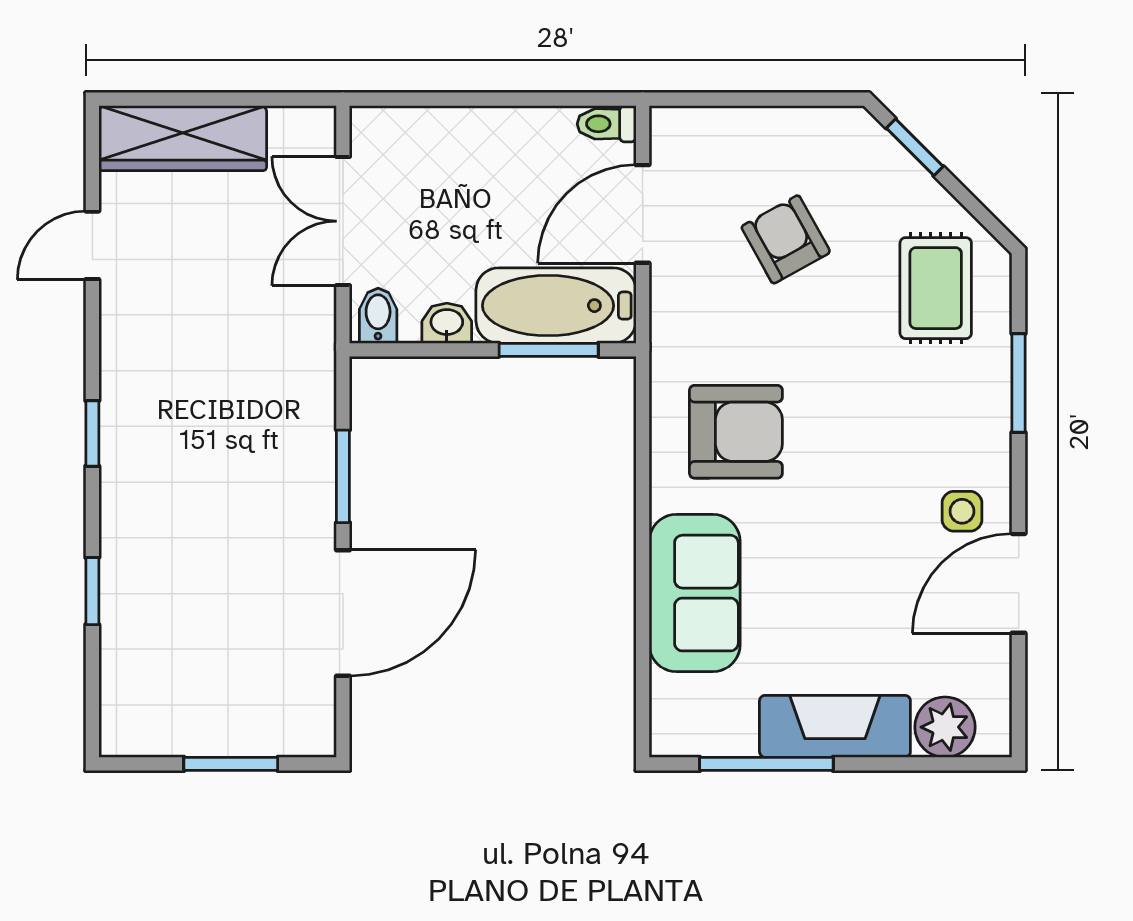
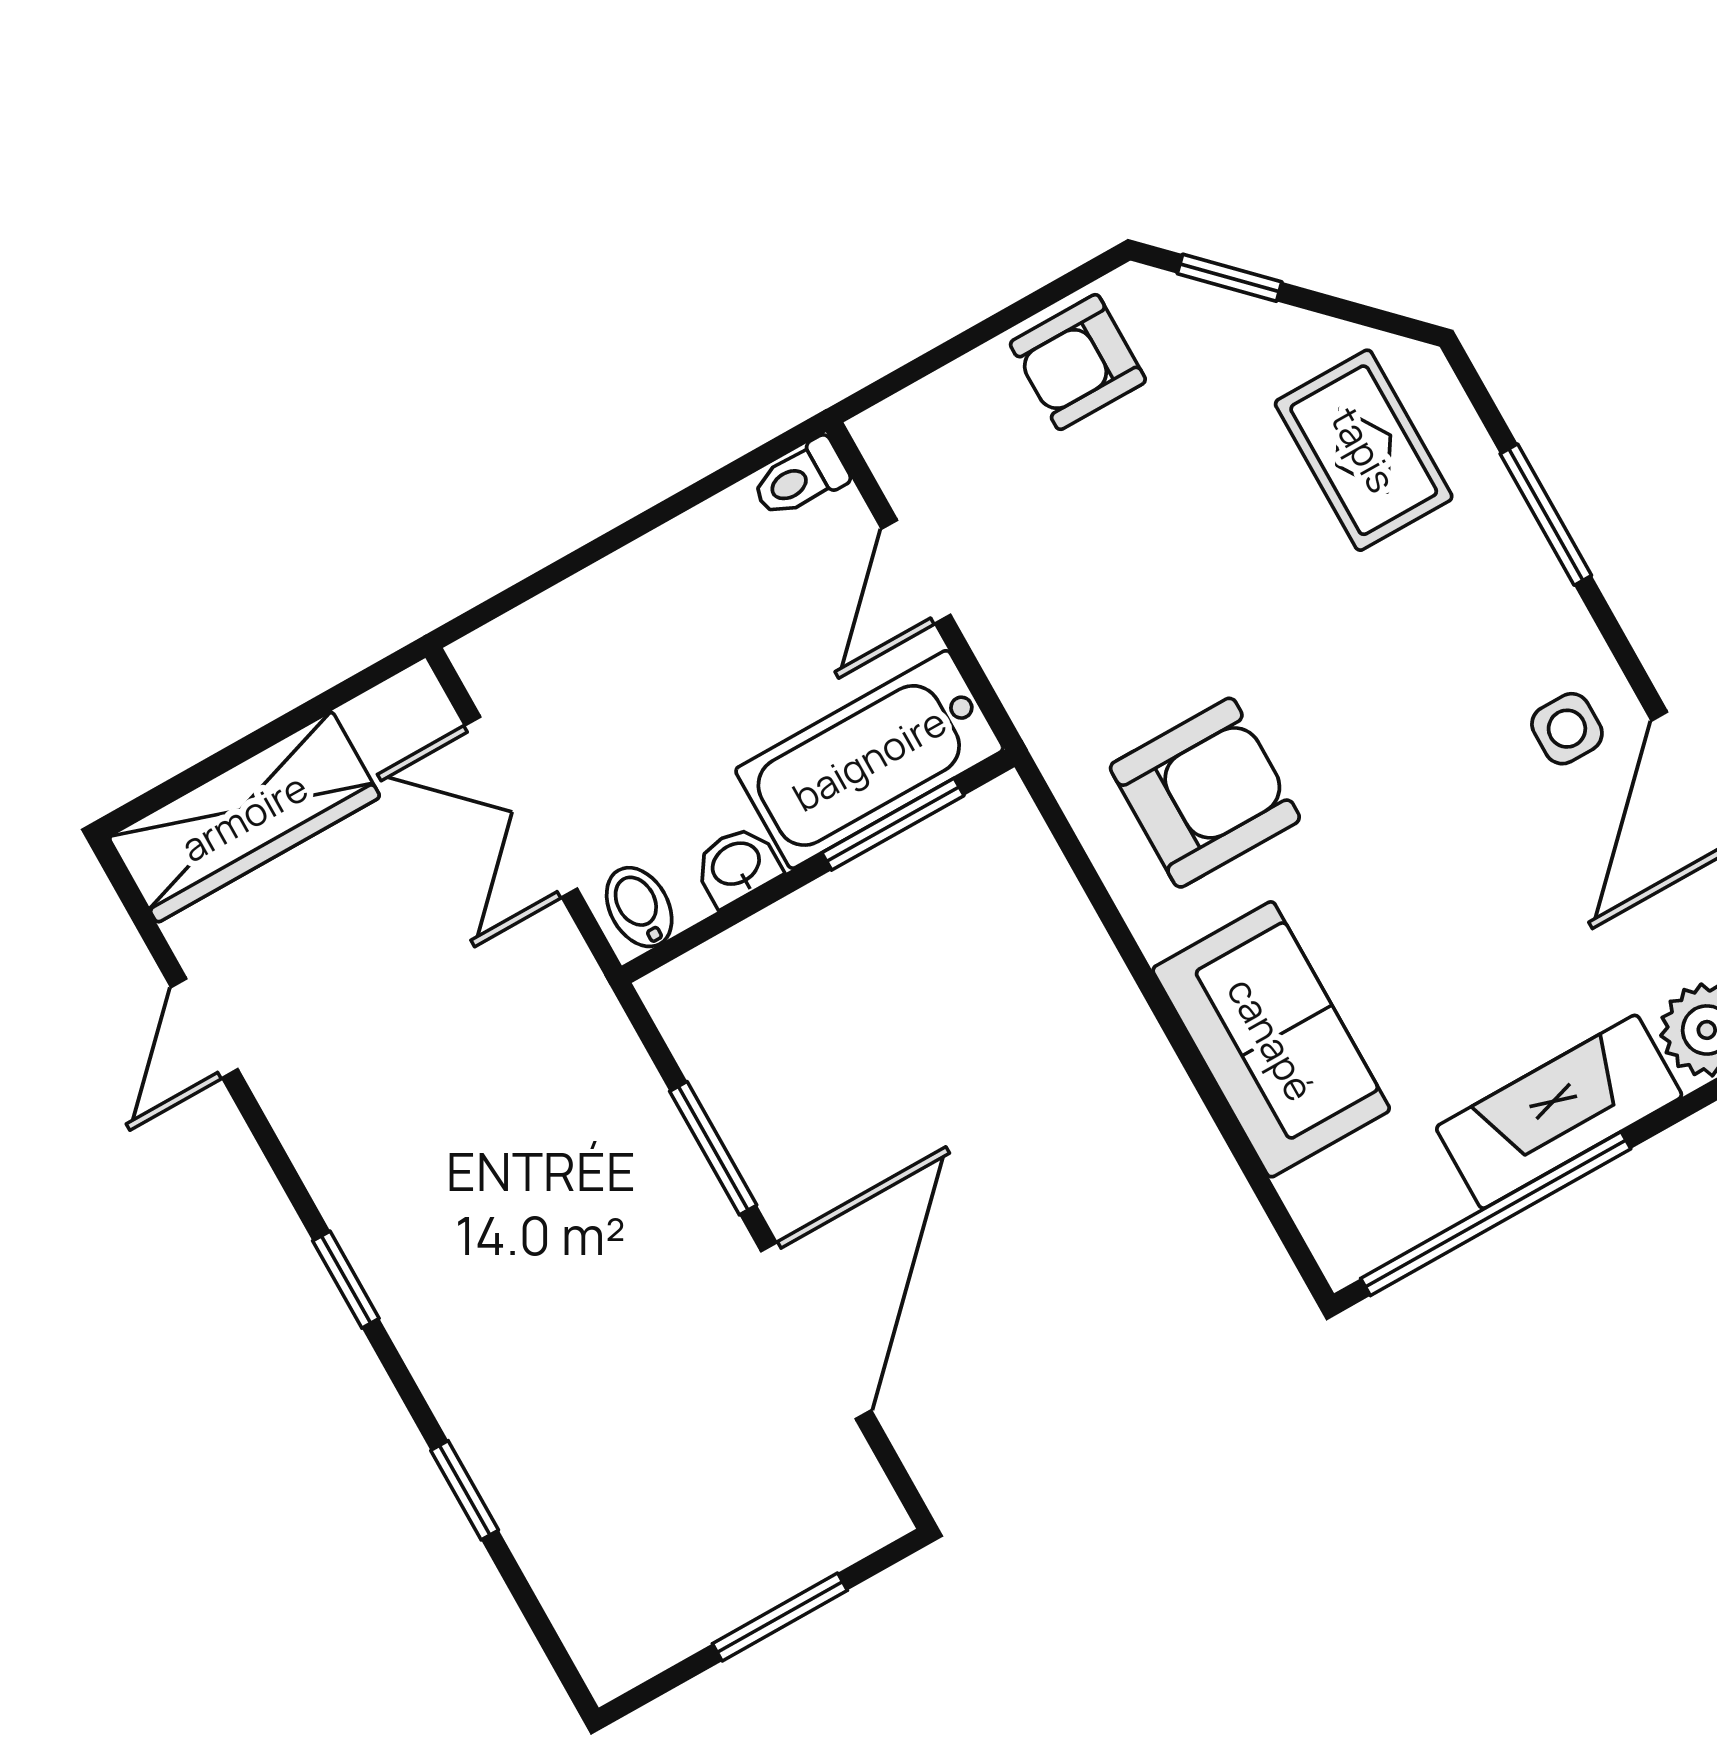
door: (643, 214) -> (916, 572), width x0.73
armchair: (786, 239) -> (1078, 362), moved, turned -61
window: (766, 764) -> (1496, 1214), width x1.46

